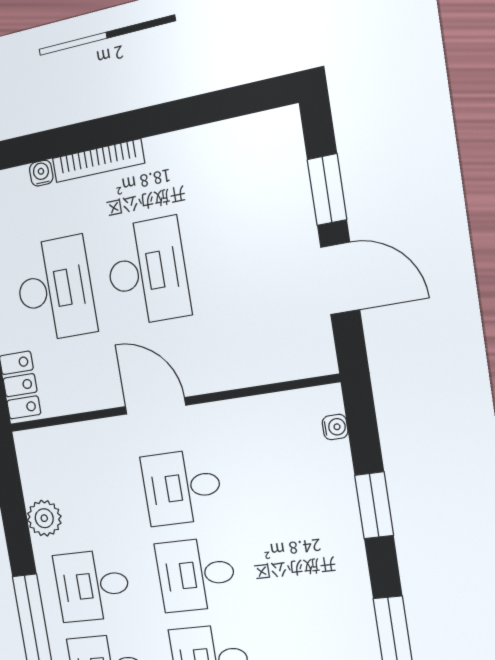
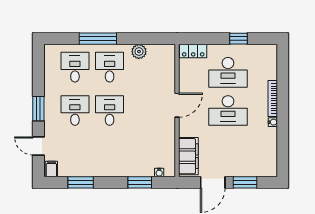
water cooler: (41, 173) -> (273, 122), moved
filing cabinet: (280, 356) -> (188, 156), added
desk: (182, 487) -> (144, 111), removed
window: (374, 505) -> (140, 182), moved

